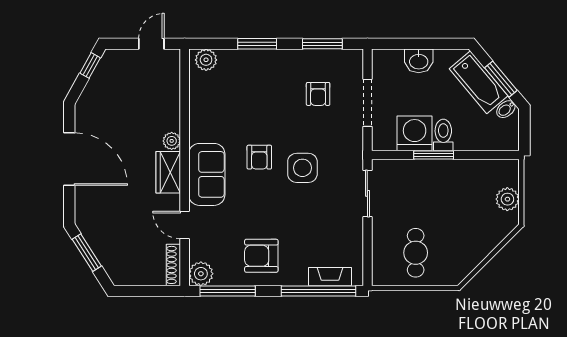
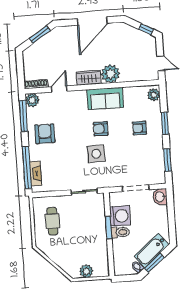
washbasin: (419, 61) -> (160, 197), moved
armchair: (318, 94) -> (140, 128), moved
plant: (172, 141) -> (111, 74), width x1.88, depth x1.88
sofa: (207, 174) -> (105, 99), moved
cafe table: (416, 253) -> (52, 221), turned 90

